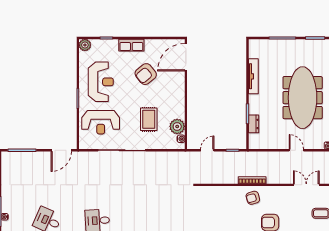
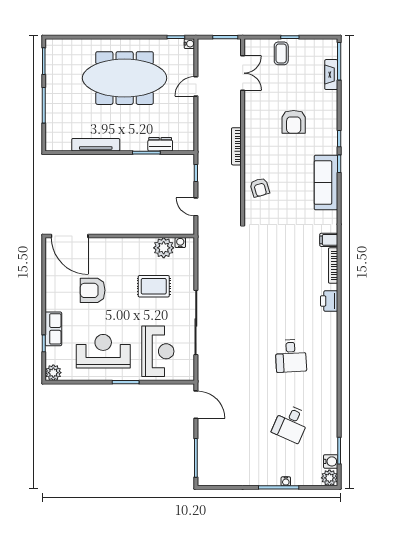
row of seats: (131, 45) -> (53, 329), moved
armchair: (146, 74) -> (93, 290), turned 129
double door: (306, 185) -> (243, 73), swing flipped
armchair: (253, 198) -> (260, 188), moved

